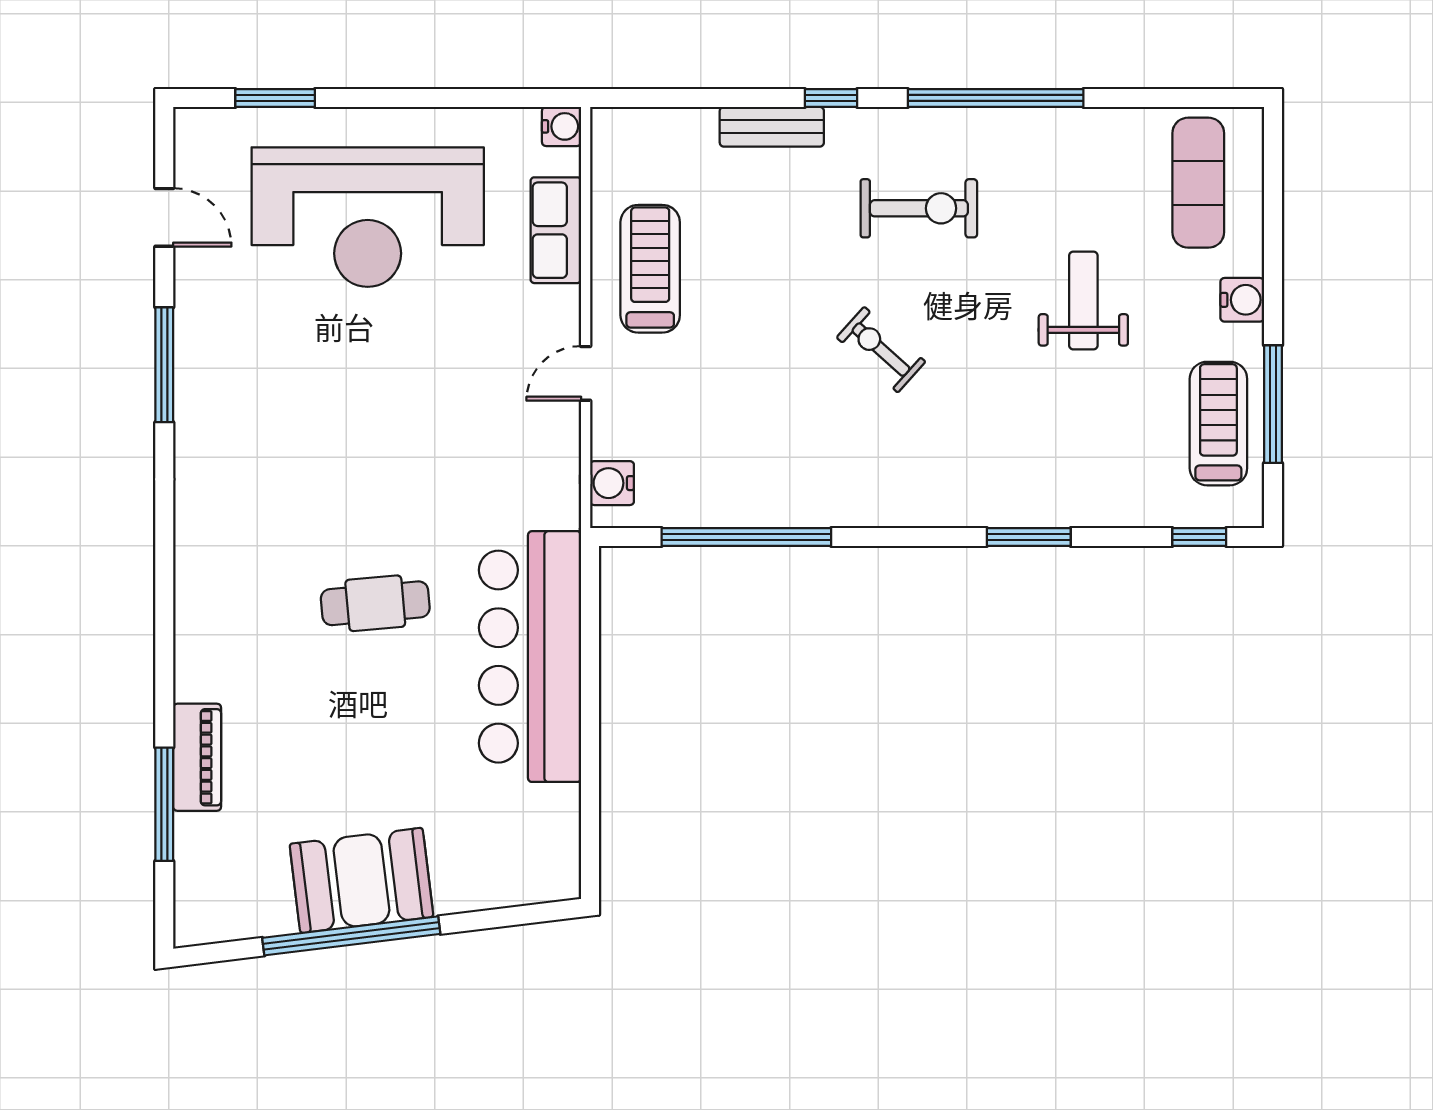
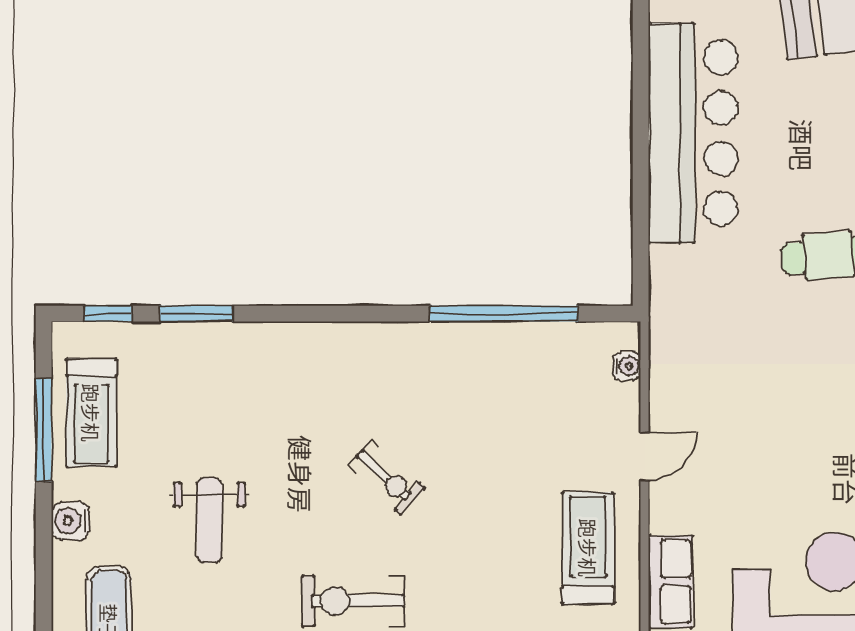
treadmill: (650, 269) -> (588, 548), turned 180
water cooler: (612, 483) -> (627, 366), width x0.72, depth x0.72
window: (1029, 537) -> (196, 314), moved
bar counter: (530, 657) -> (693, 133), moved

